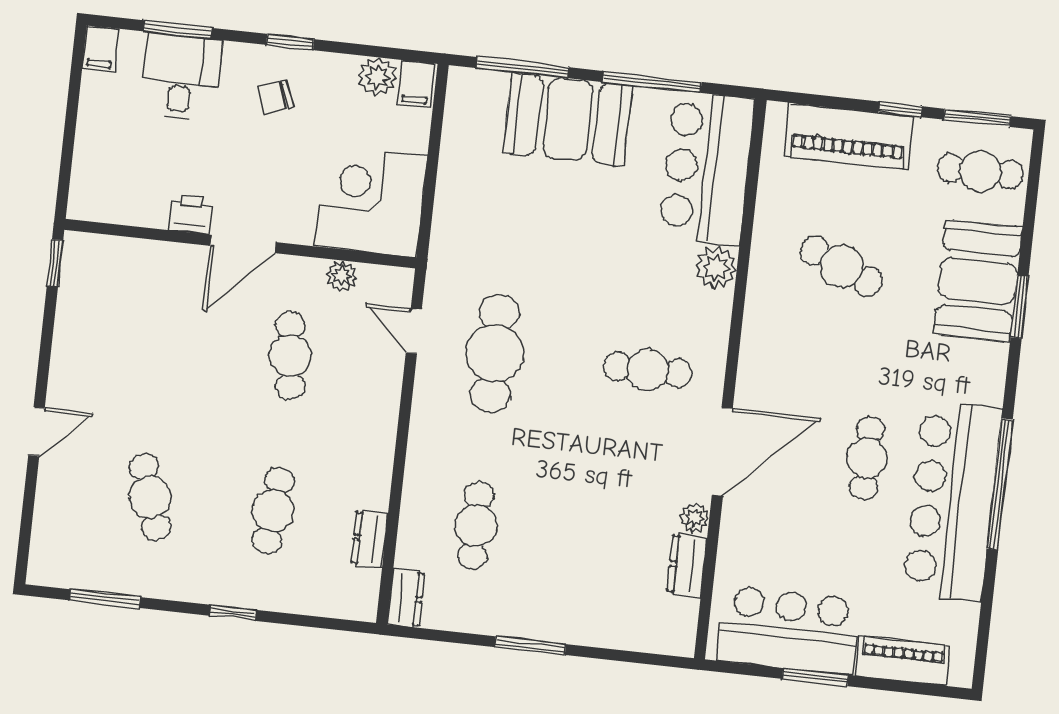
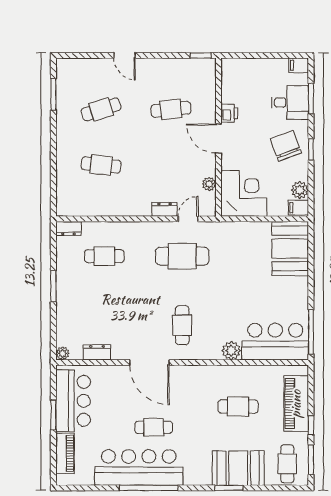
window: (523, 68) -> (311, 254), removed
window: (652, 82) -> (311, 332), moved
chair: (276, 97) -> (286, 146), width x1.87, depth x1.87
booth: (568, 119) -> (290, 249), moved
cafe table: (841, 266) -> (238, 407), turned 66
cafe table: (290, 356) -> (171, 109), moved
plant: (695, 518) -> (62, 353), moved
dresser: (370, 539) -> (164, 209), moved
window: (233, 613) -> (53, 152), removed

